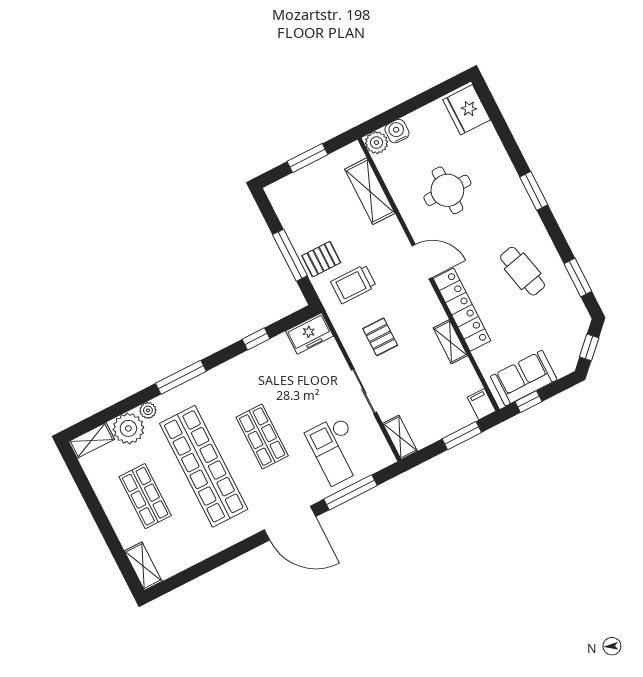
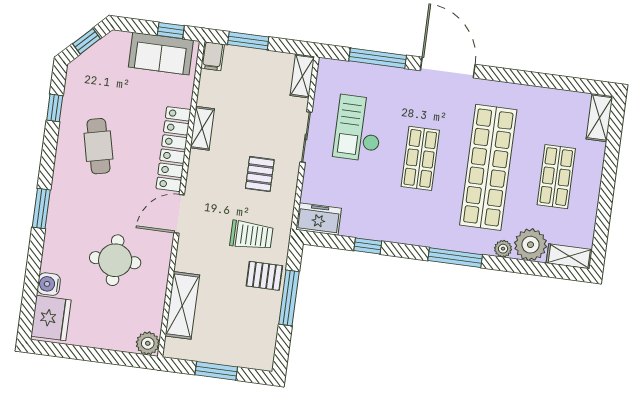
water cooler: (397, 131) -> (49, 284), moved, turned 90
door: (422, 262) -> (179, 214), hinge flipped
window: (578, 278) -> (55, 108), width x0.67
checkout: (337, 450) -> (359, 128), moved, turned 180

